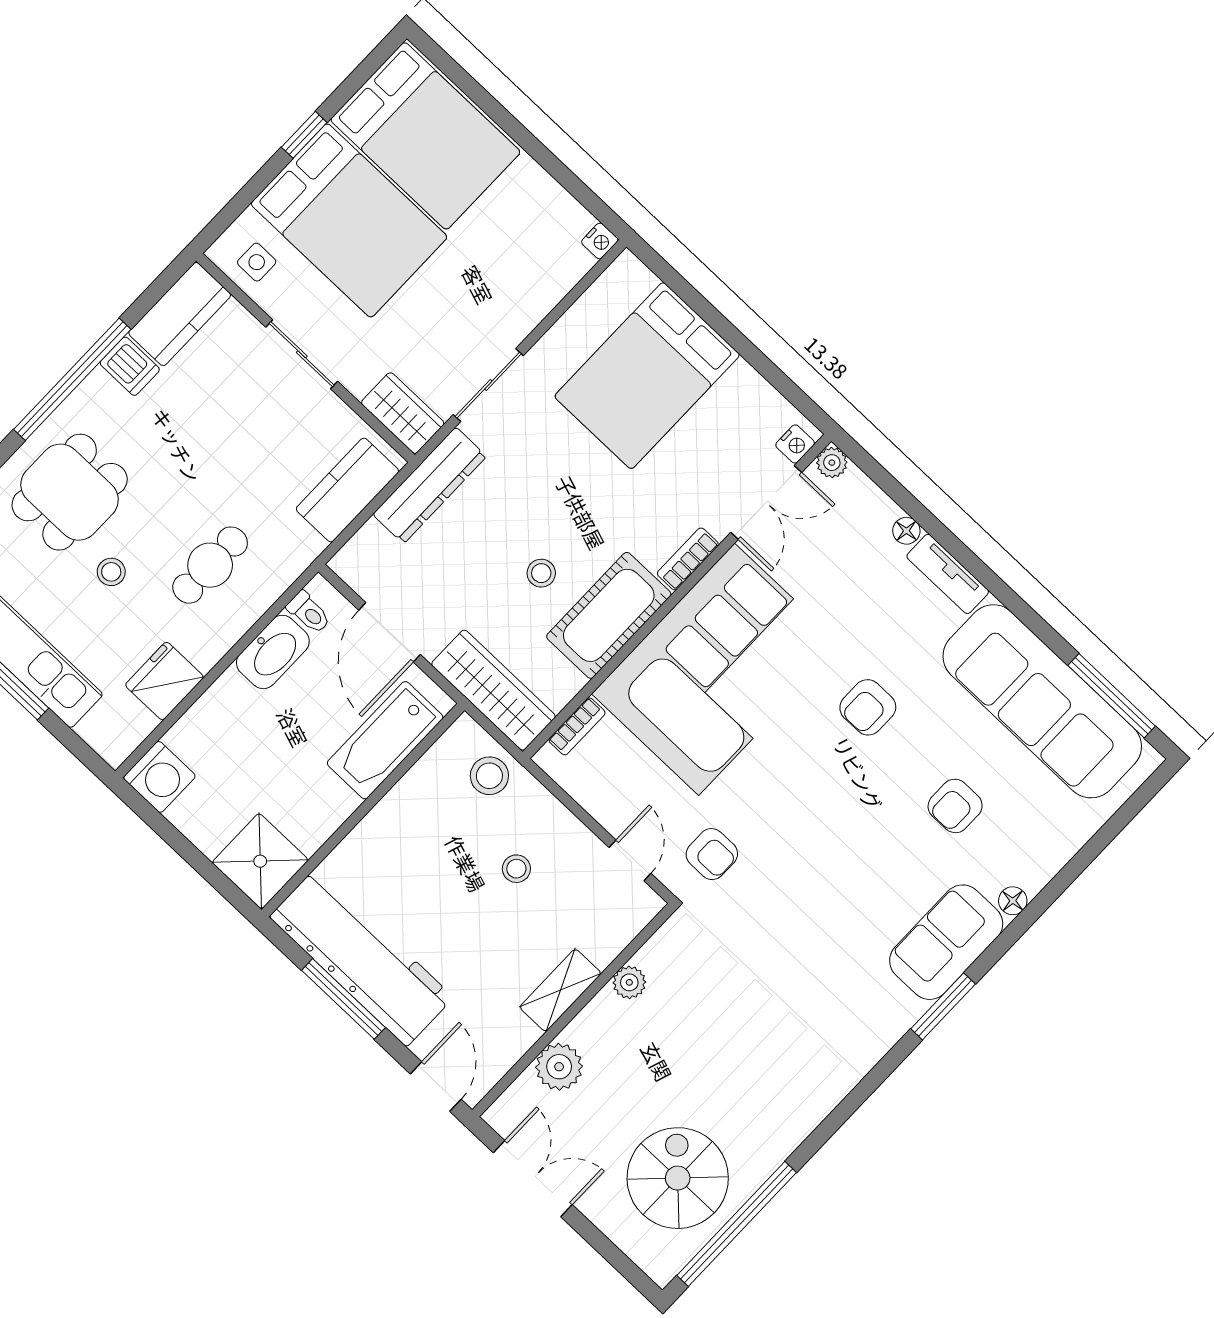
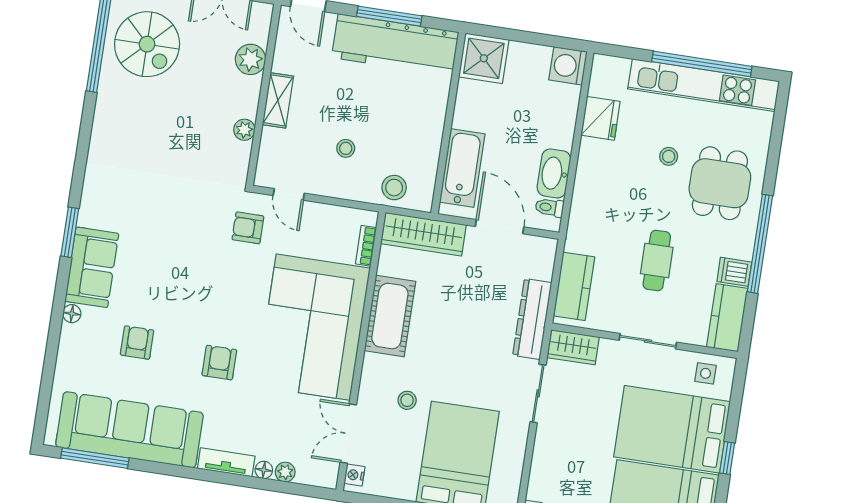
plant: (832, 463) -> (285, 472), moved
bookcase: (688, 559) -> (369, 375), removed
cafe table: (210, 565) -> (657, 261), moved
stool: (541, 573) -> (407, 400), moved

